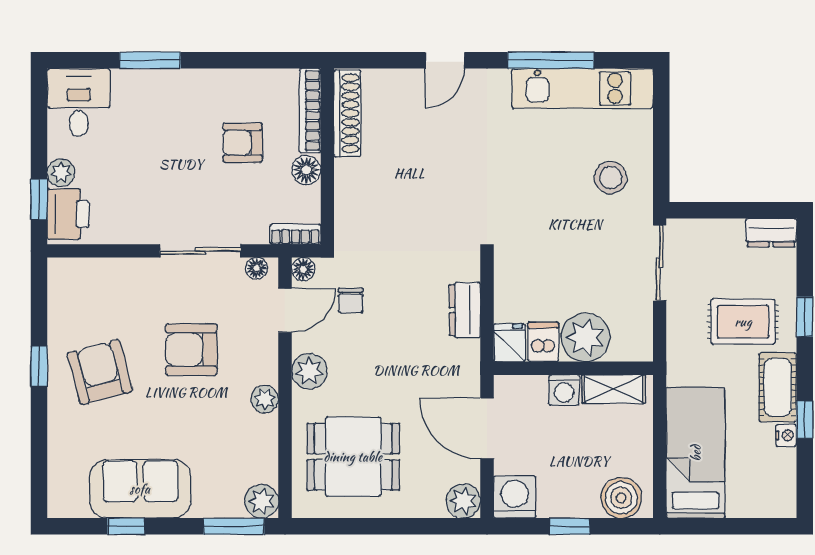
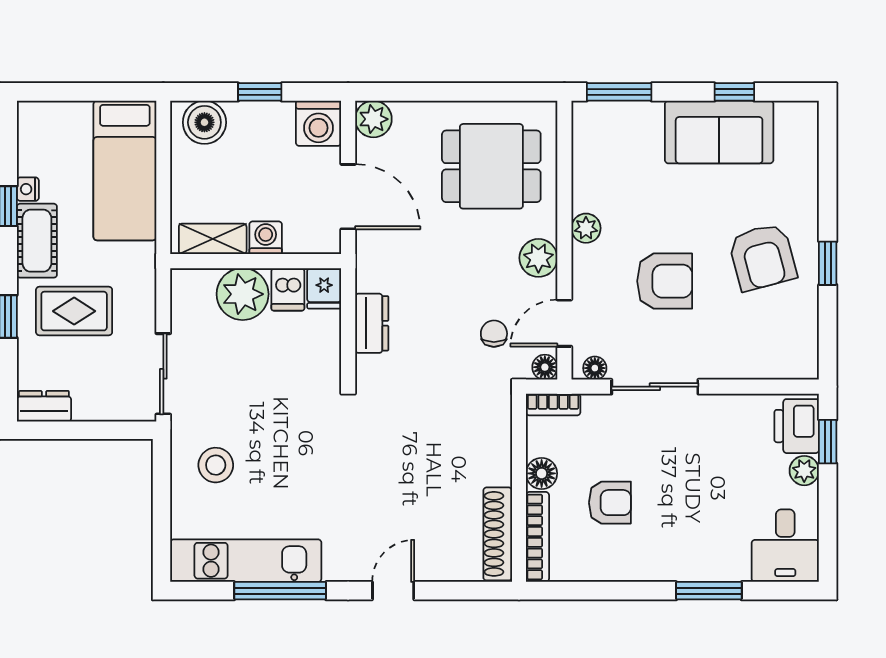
plant: (262, 501) -> (589, 119), removed

